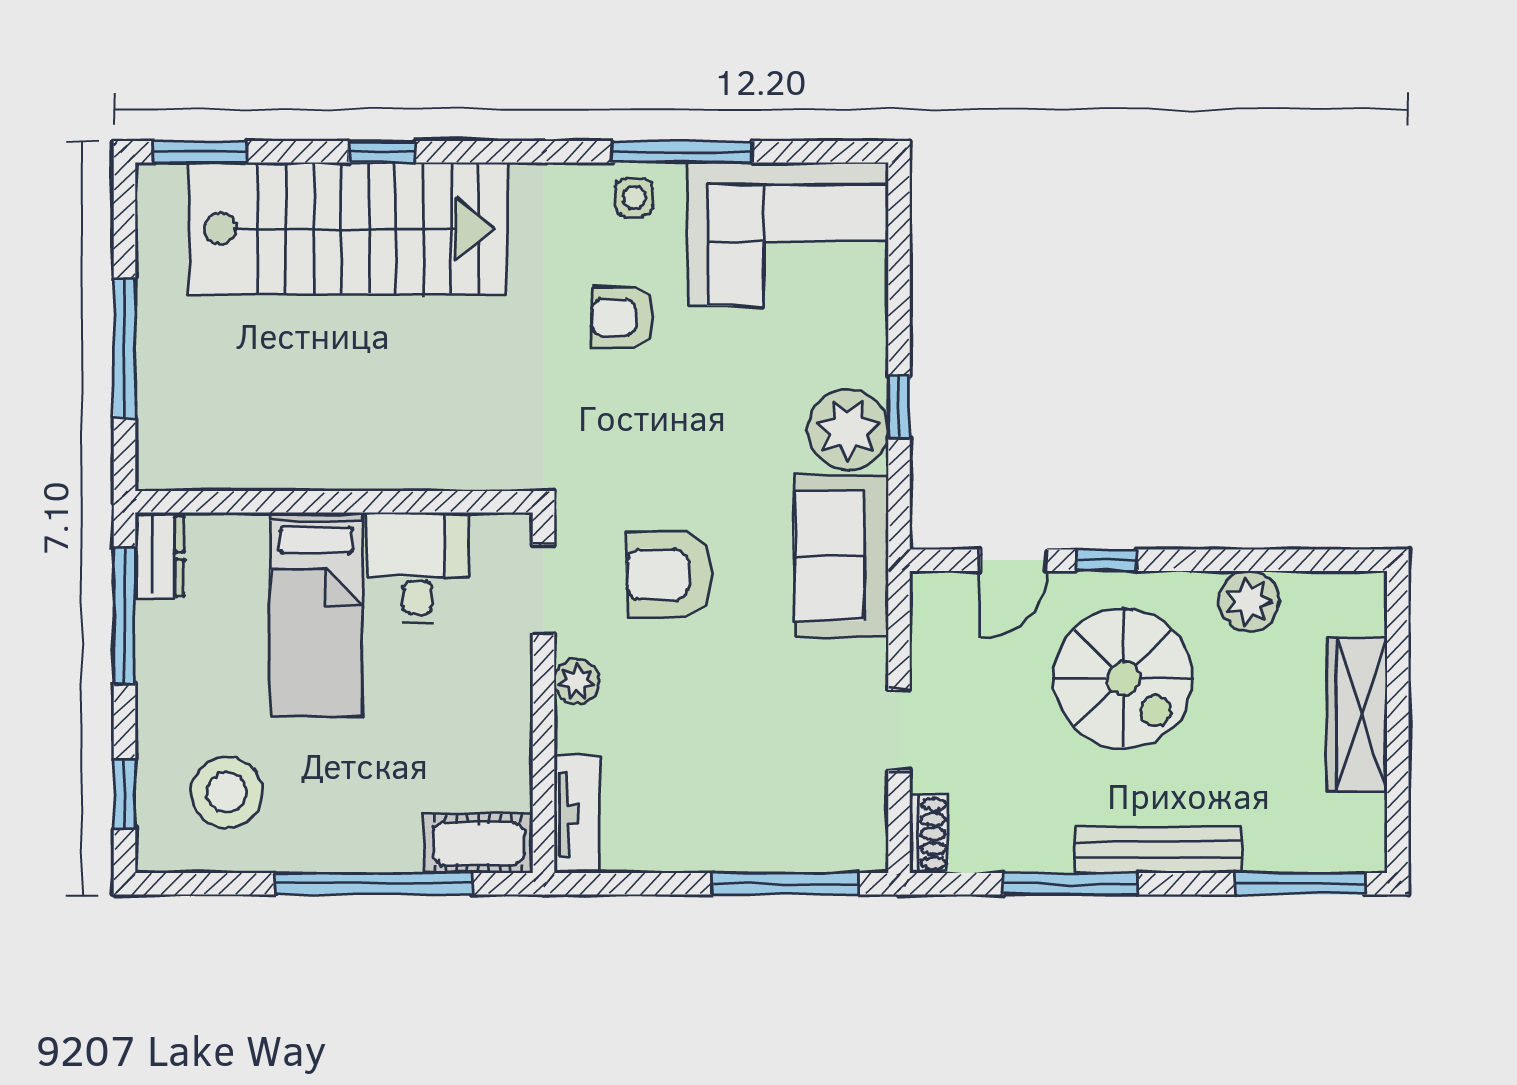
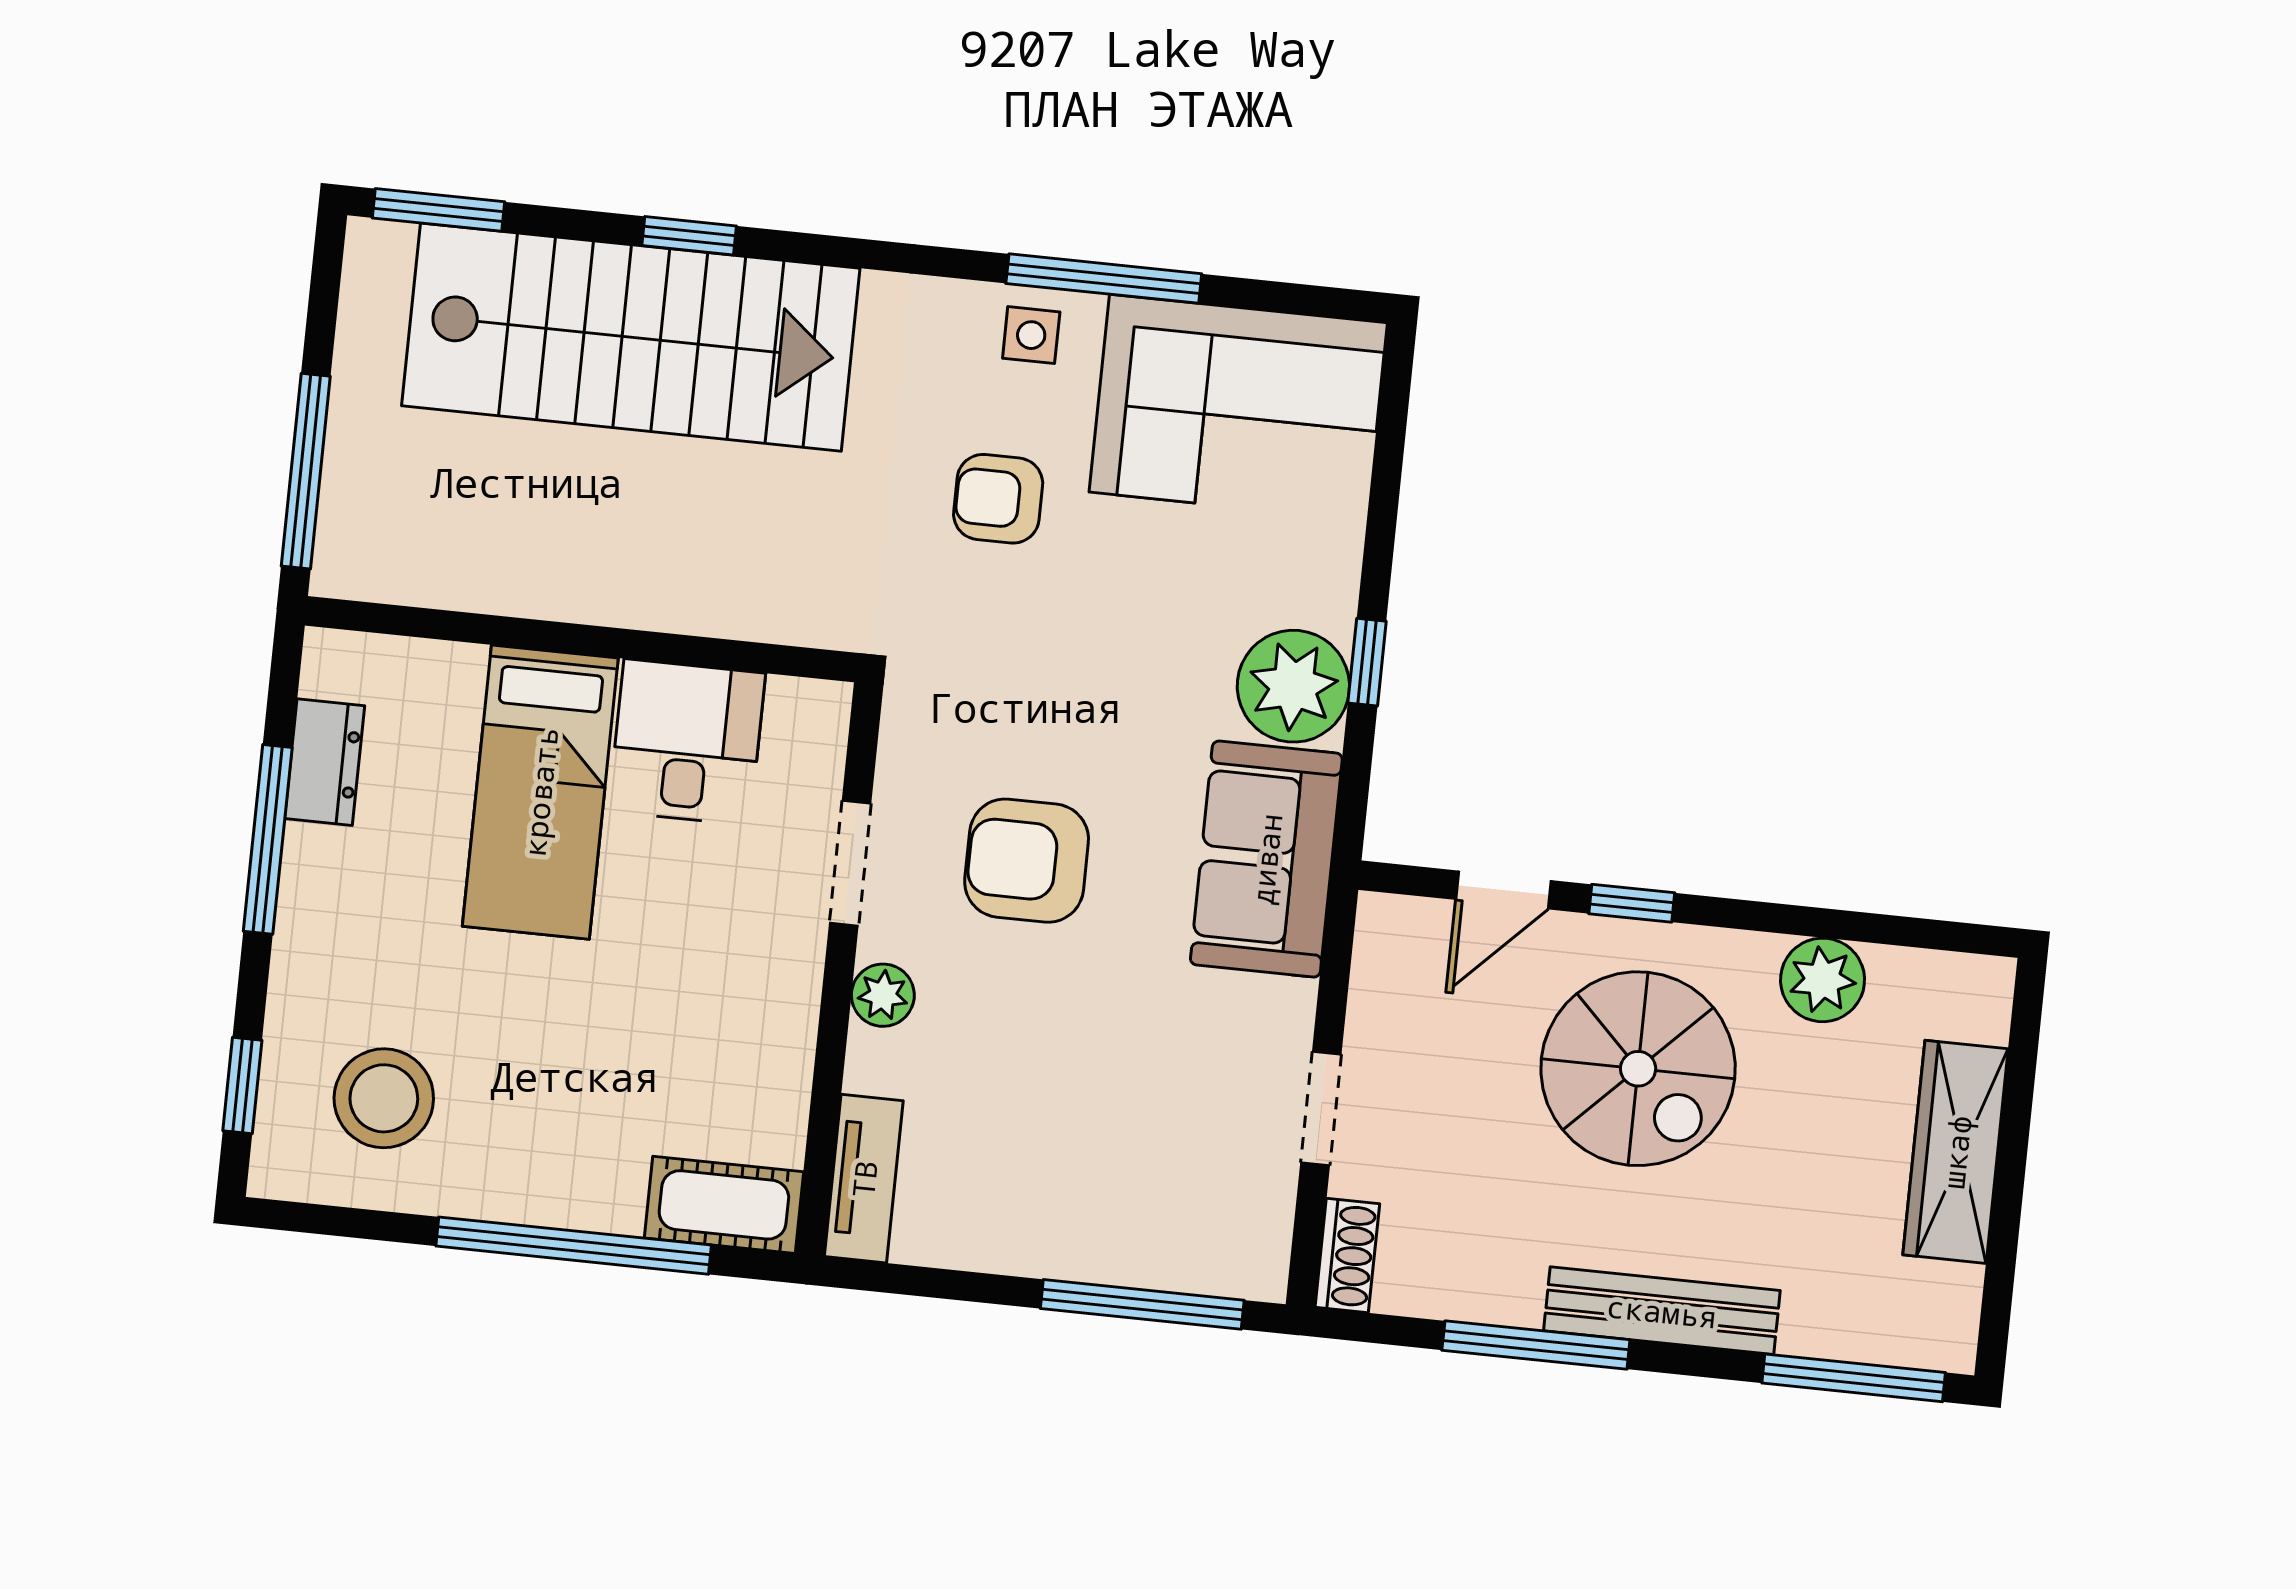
wall: (334, 502) -> (581, 639), moved
desk: (418, 568) -> (687, 742), moved
bed: (316, 614) -> (540, 792), moved

